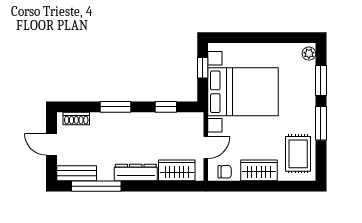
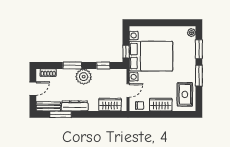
window: (203, 68) -> (126, 52), moved
plant: (134, 125) -> (84, 77), added
door: (52, 144) -> (33, 89), swing flipped
dresser: (136, 172) -> (75, 106), moved
window: (96, 186) -> (61, 114), width x0.69

